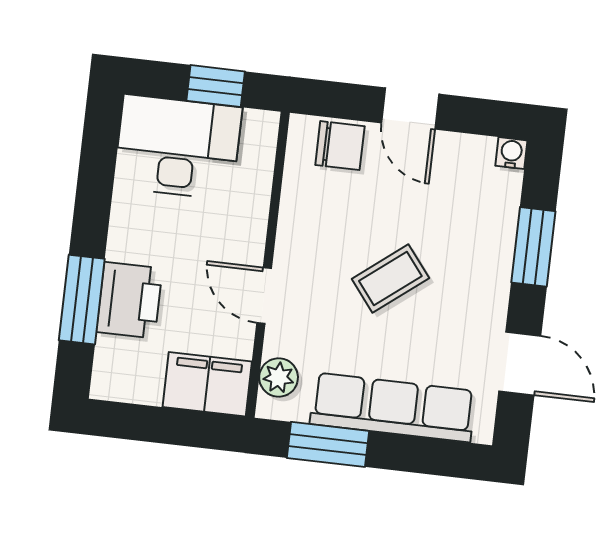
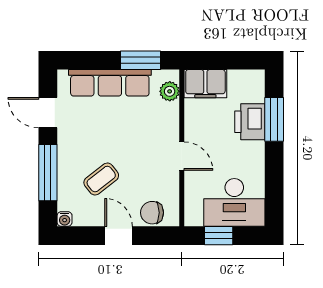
window: (533, 247) -> (48, 173), width x1.44
coffee table: (390, 278) -> (101, 179), moved
door: (264, 296) -> (182, 156), moved

